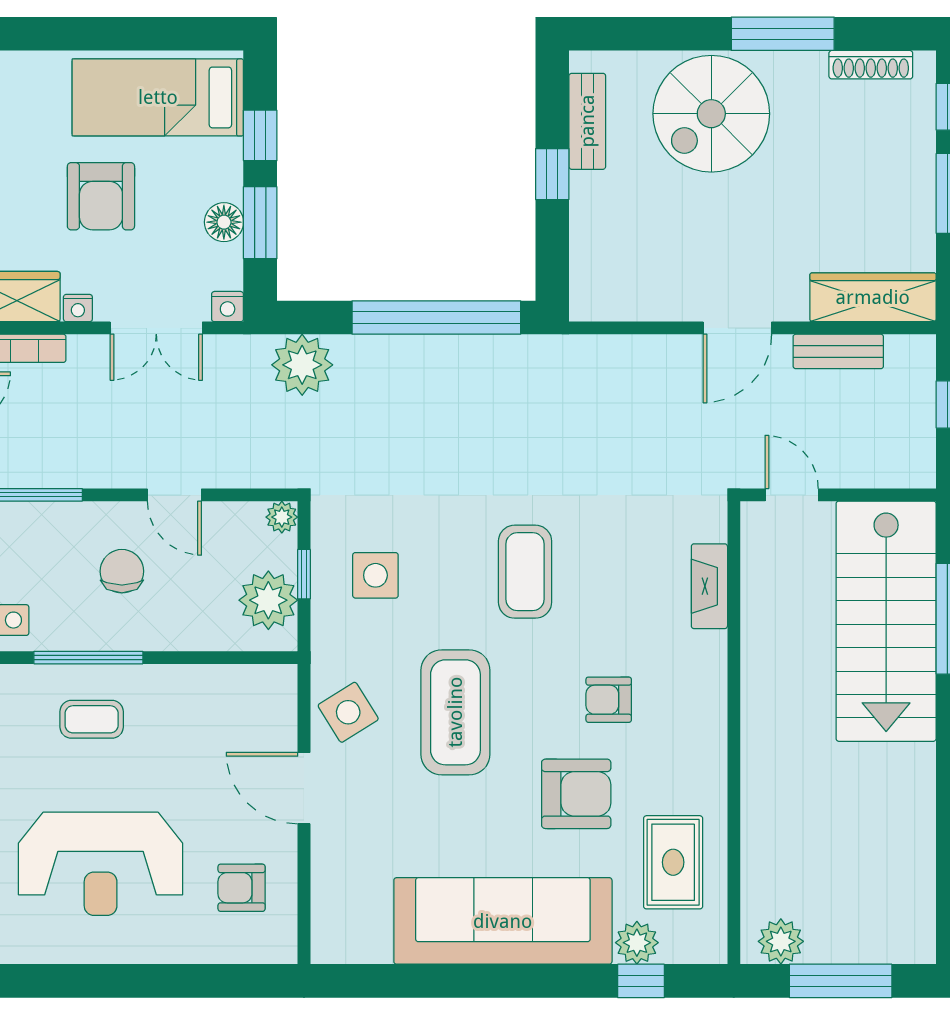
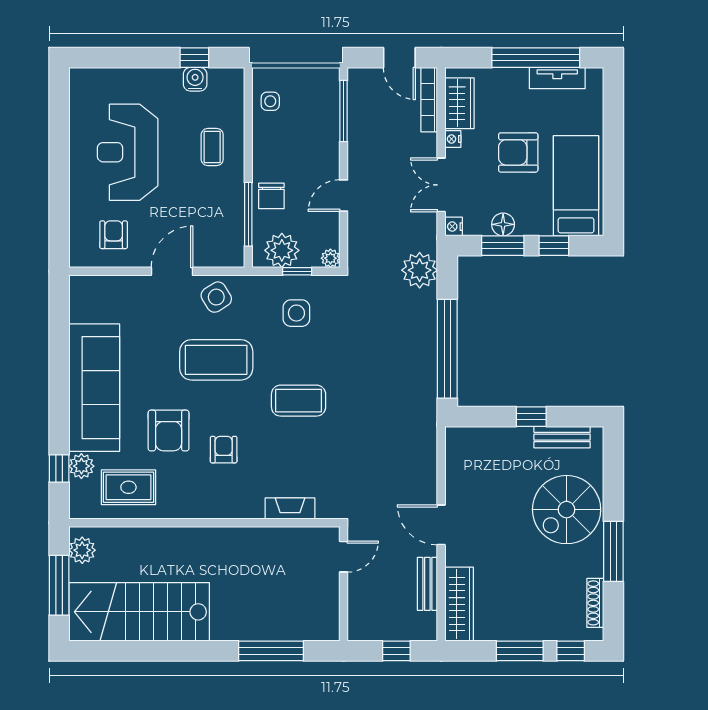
spiral stairs: (711, 114) -> (567, 510), turned -90
chair: (122, 571) -> (271, 196), moved, turned 90
stairs: (886, 621) -> (139, 612), moved
window: (88, 658) -> (248, 214), moved

